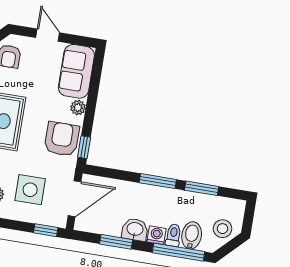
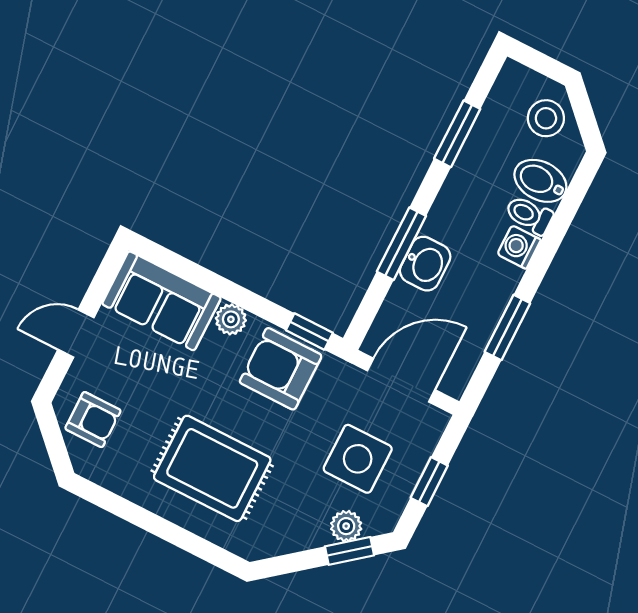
window: (158, 181) -> (401, 244), moved
door: (75, 199) -> (401, 380), hinge flipped
window: (46, 230) -> (429, 482), moved
washbasin: (135, 230) -> (425, 264), moved, turned 180
window: (179, 252) -> (564, 215), removed

